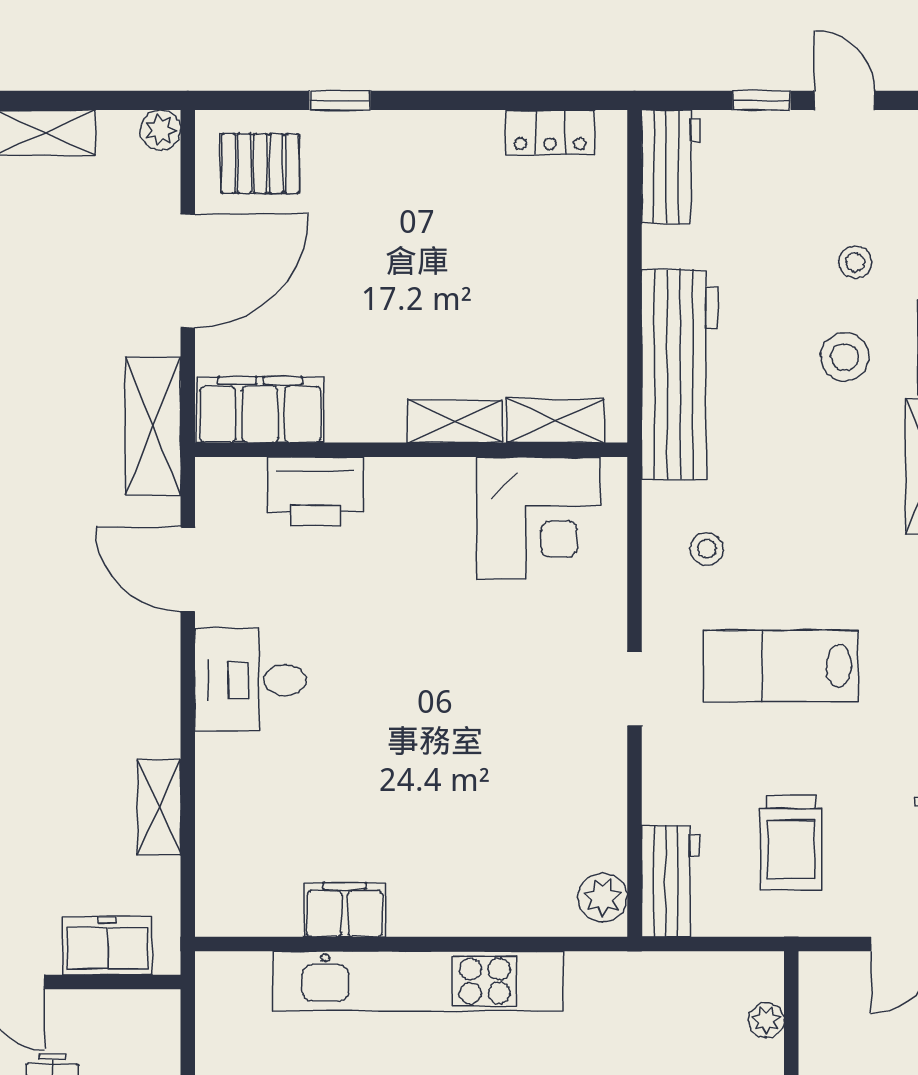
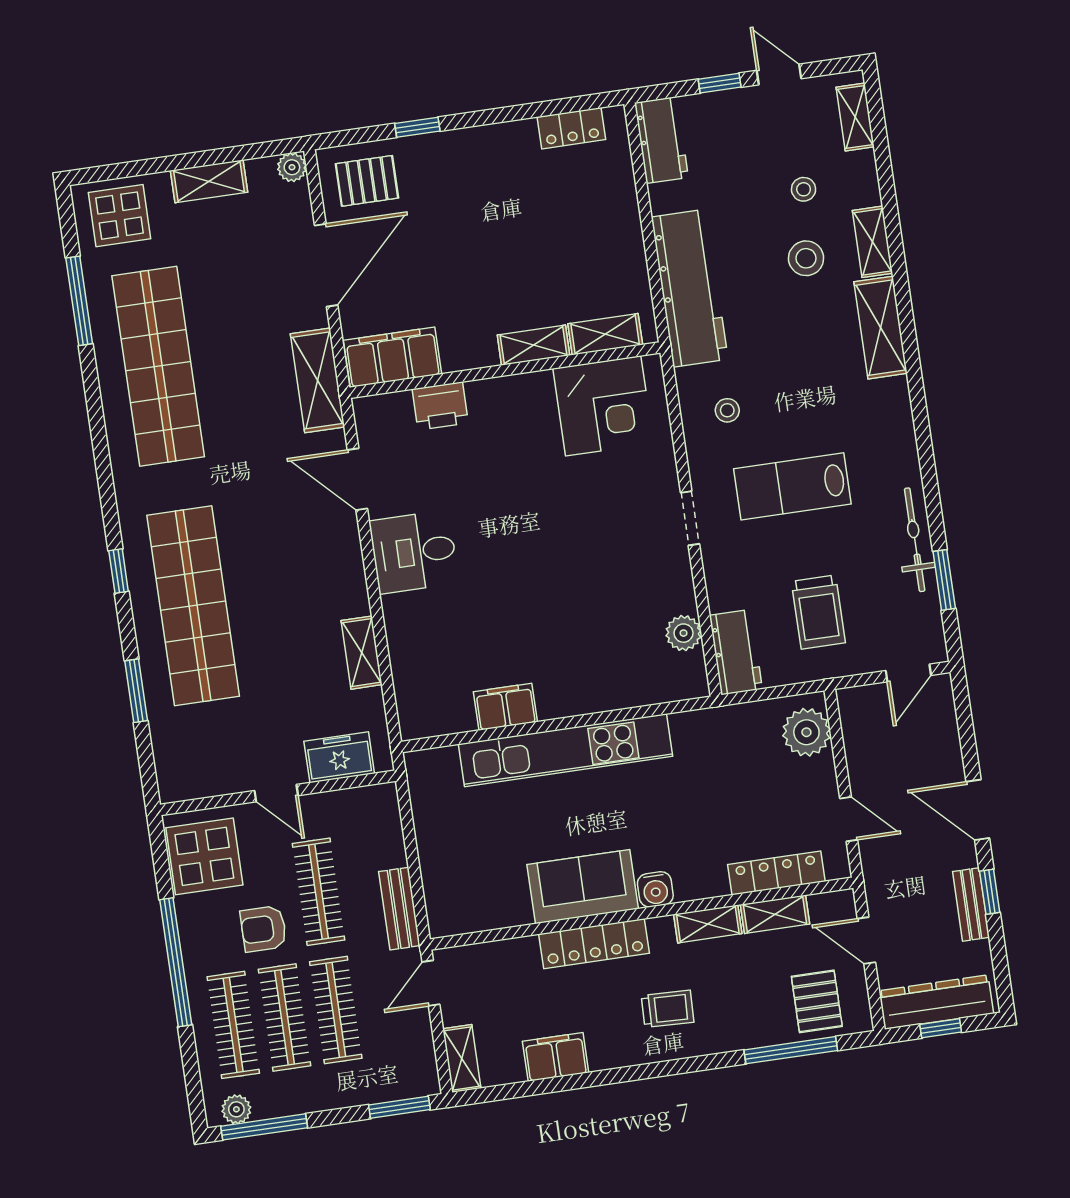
printer: (316, 491) -> (440, 406), width x0.73, depth x0.84
plant: (603, 897) -> (684, 633), moved
plant: (766, 1020) -> (806, 732), width x1.88, depth x1.88

